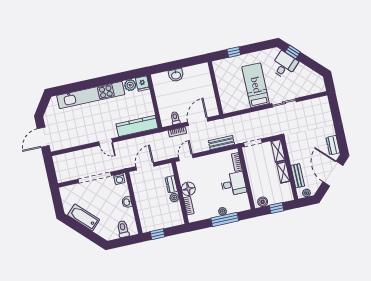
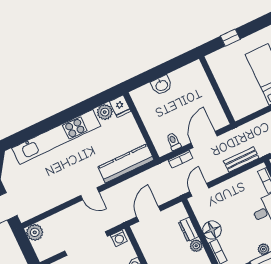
plant: (59, 161) -> (35, 232), added

